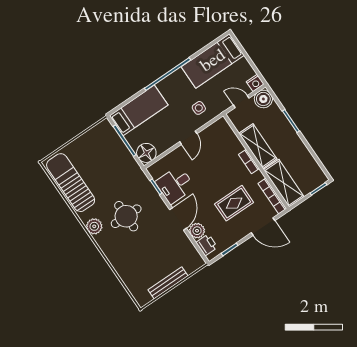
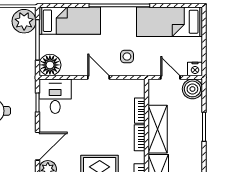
plant: (105, 134) -> (24, 21), added
door: (188, 138) -> (98, 77), swing flipped
bookcase: (235, 141) -> (140, 111), added
desk: (175, 185) -> (55, 96), moved, turned 90

